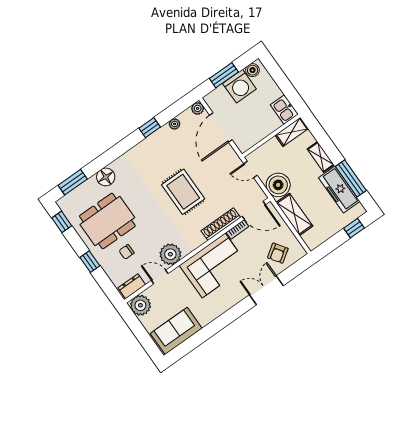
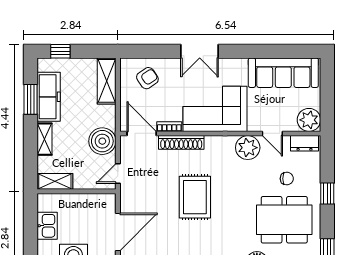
kitchen sink: (284, 110) -> (47, 226), moved
door: (251, 169) -> (118, 174), swing flipped
window: (351, 178) -> (31, 99), width x0.69
shelving: (294, 214) -> (107, 81), moved
double door: (266, 290) -> (200, 51), moved
sofa: (176, 331) -> (283, 73), width x1.36

